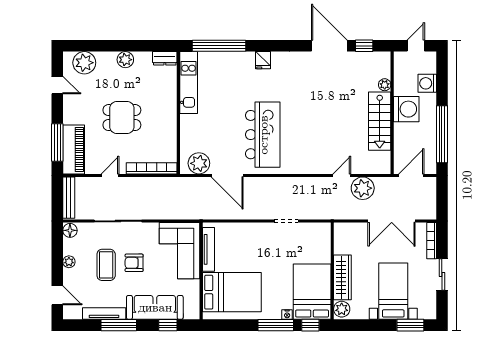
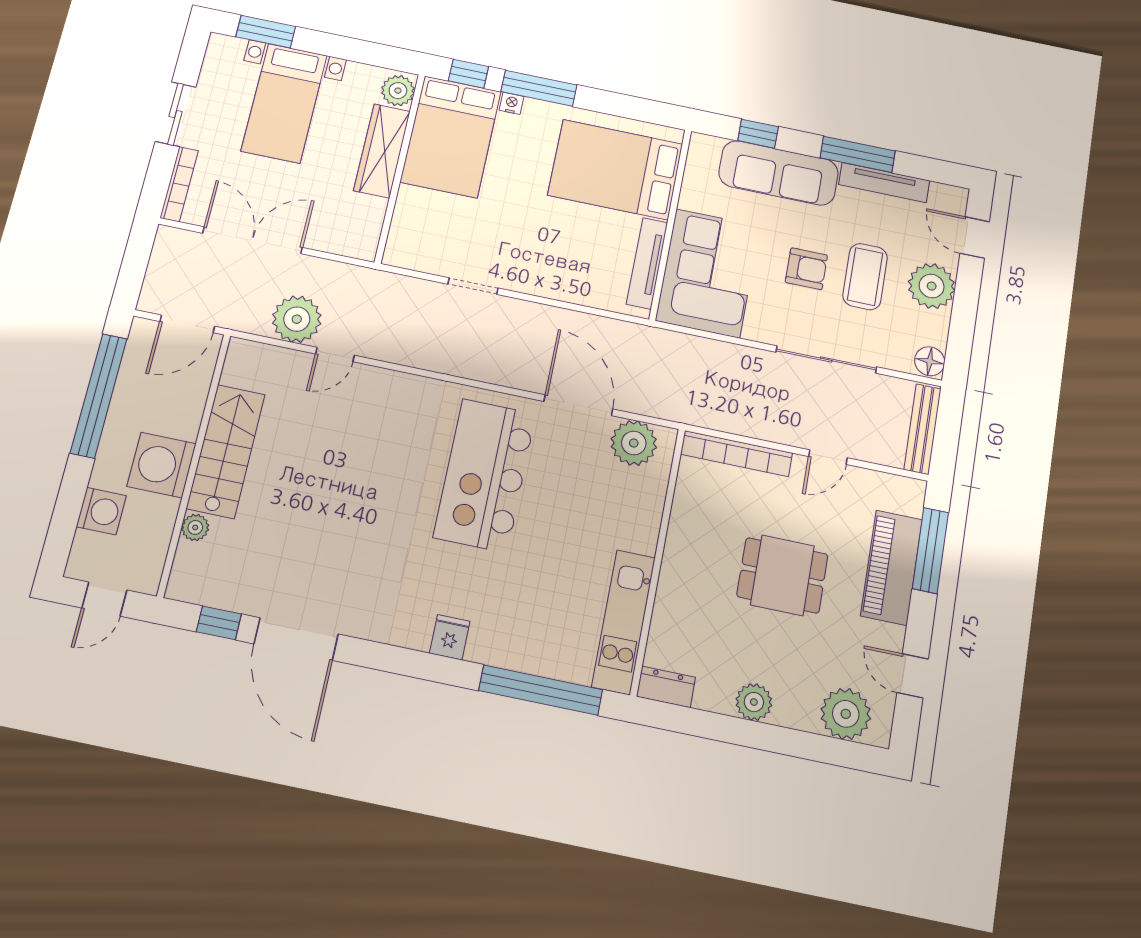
piano: (74, 149) -> (892, 567), moved
plant: (69, 262) -> (932, 286), width x1.87, depth x1.87

